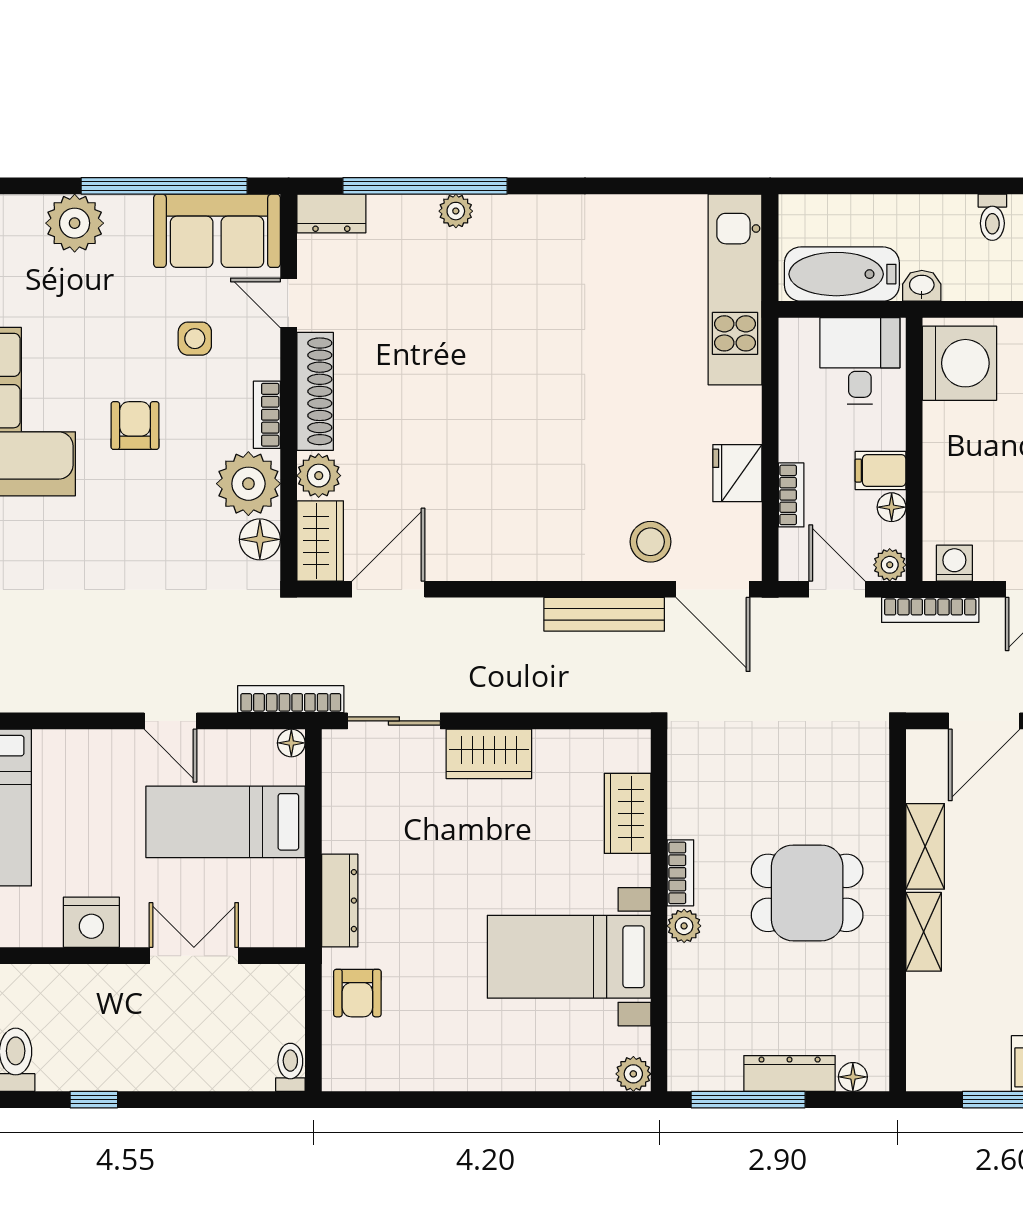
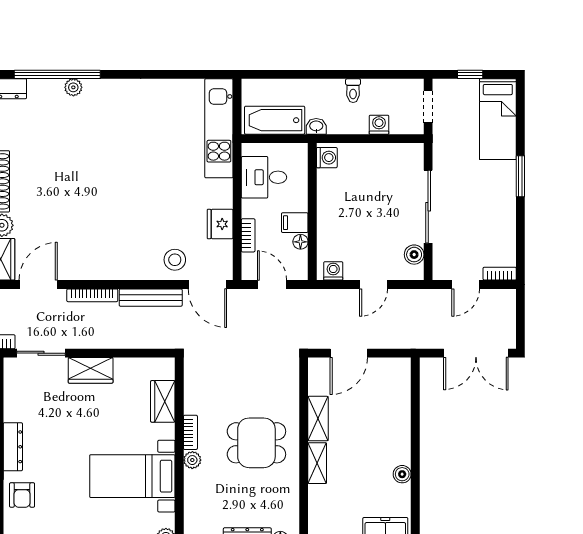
desk: (860, 361) -> (264, 177), moved, turned -90
washing machine: (959, 363) -> (327, 158), width x0.53, depth x0.53
plant: (890, 565) -> (300, 272), removed
bookcase: (930, 610) -> (92, 295), moved

